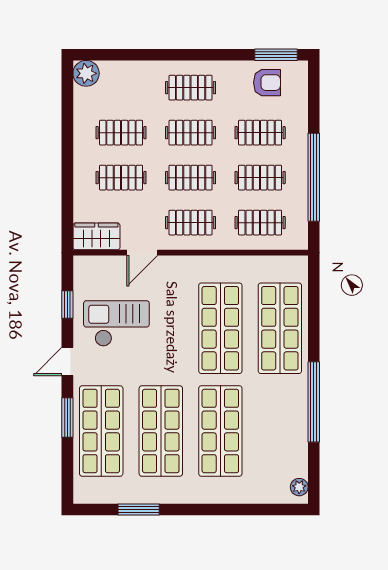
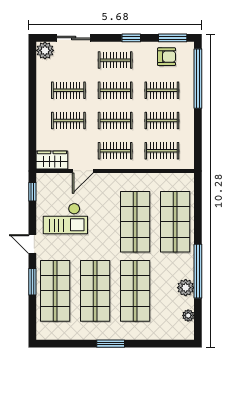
sliding door: (129, 55) -> (74, 38), added
window: (214, 55) -> (131, 38), added
window: (314, 177) -> (198, 79), moved
window: (67, 305) -> (32, 192), moved
checkout: (116, 323) -> (65, 219), turned 180
door: (67, 361) -> (32, 244), hinge flipped
plant: (295, 426) -> (186, 288), added
plant: (299, 487) -> (188, 315), moved
window: (139, 510) -> (111, 344), moved

